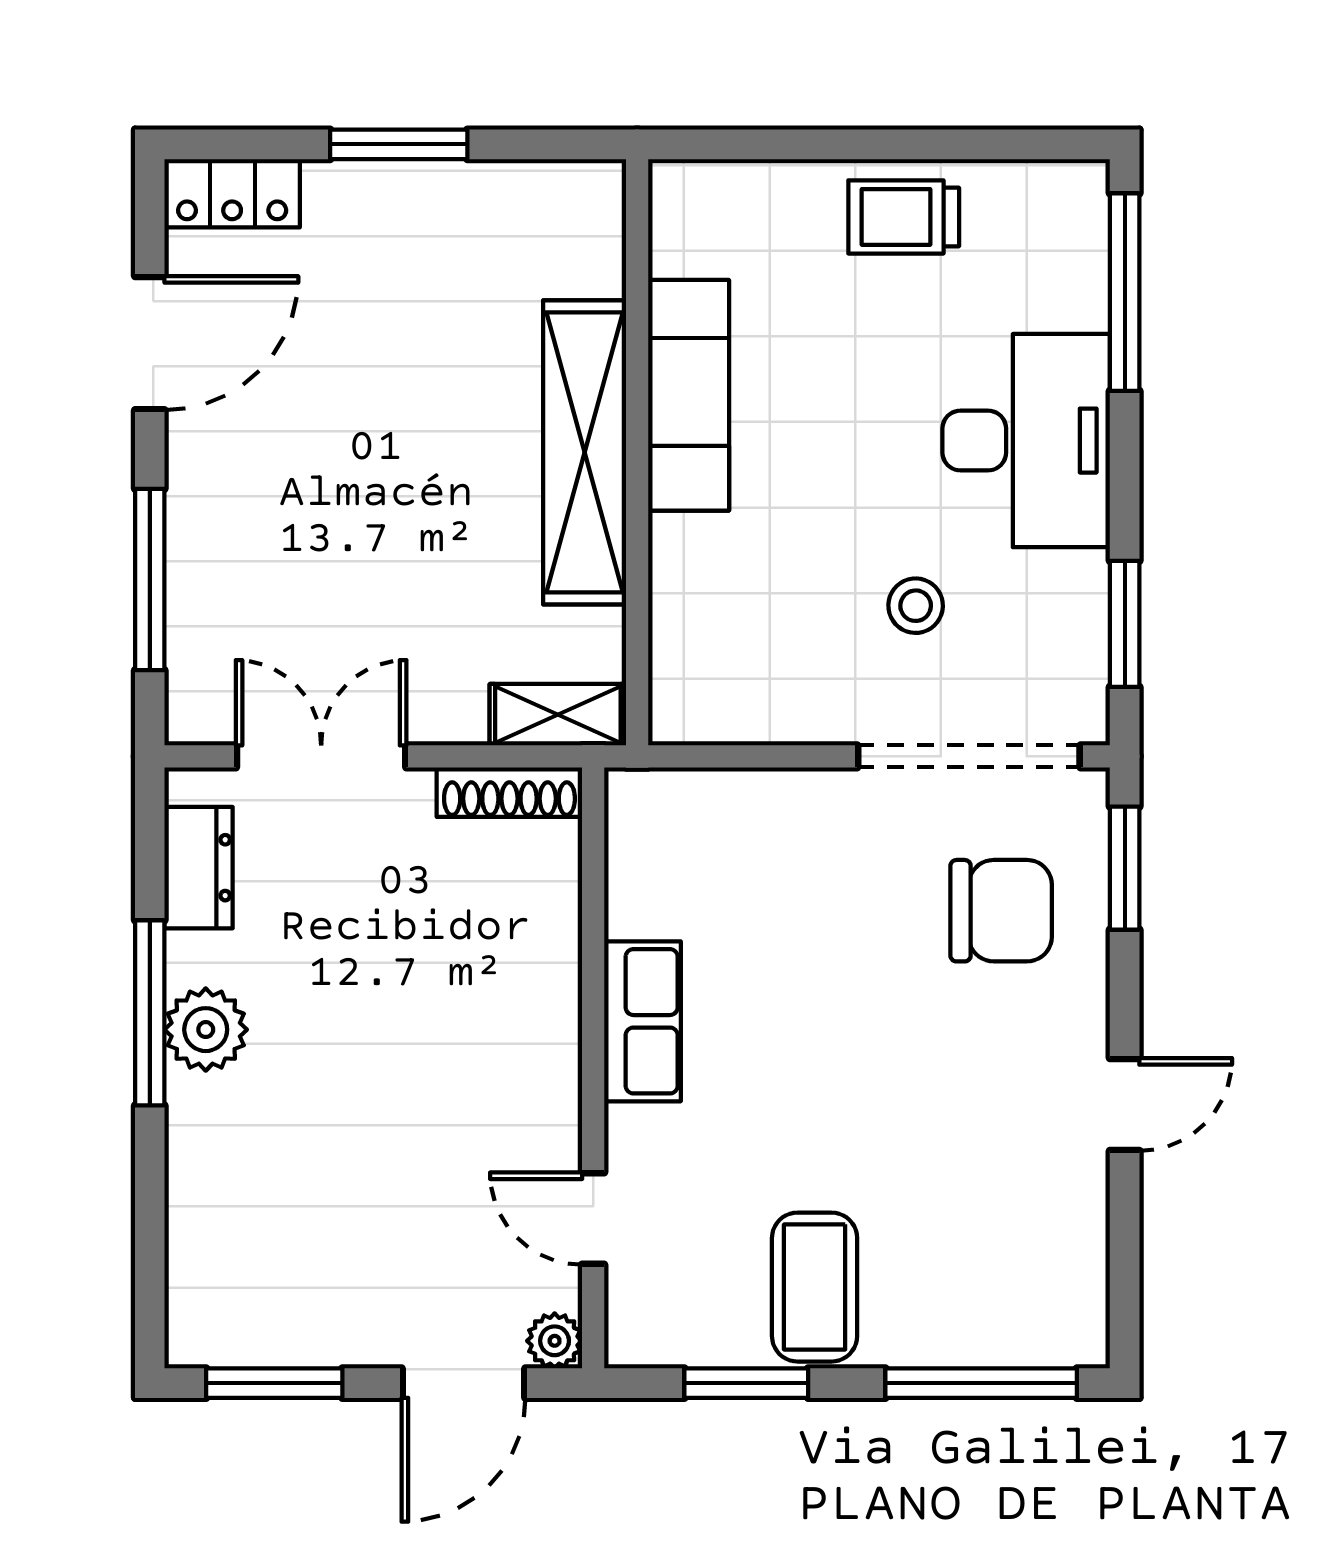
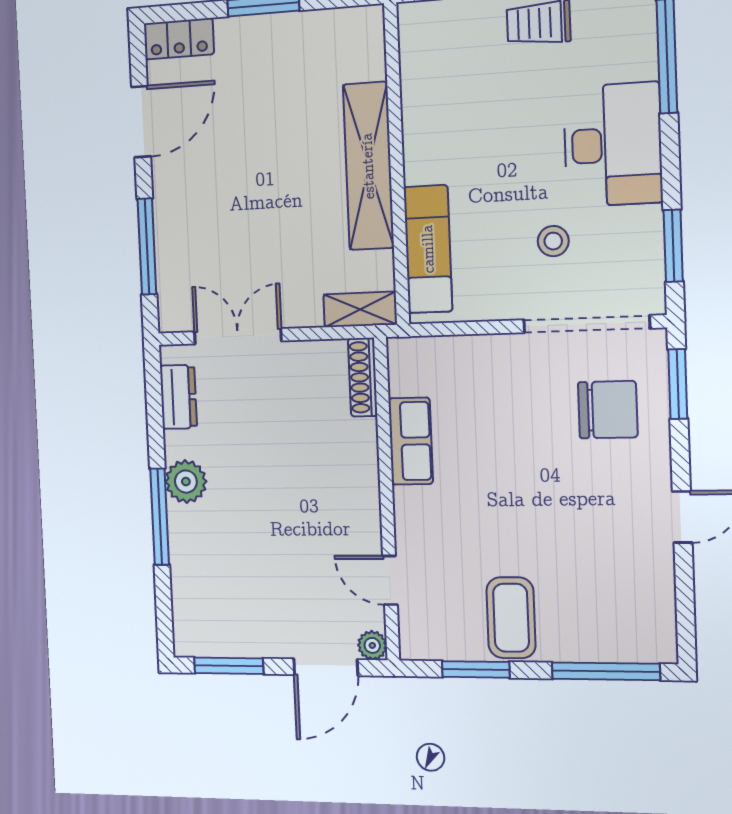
exam couch: (689, 395) -> (428, 249), moved
shoe rack: (509, 792) -> (363, 377), moved, turned 90
window: (150, 1013) -> (160, 517), moved
row of seats: (642, 1021) -> (411, 441), moved

